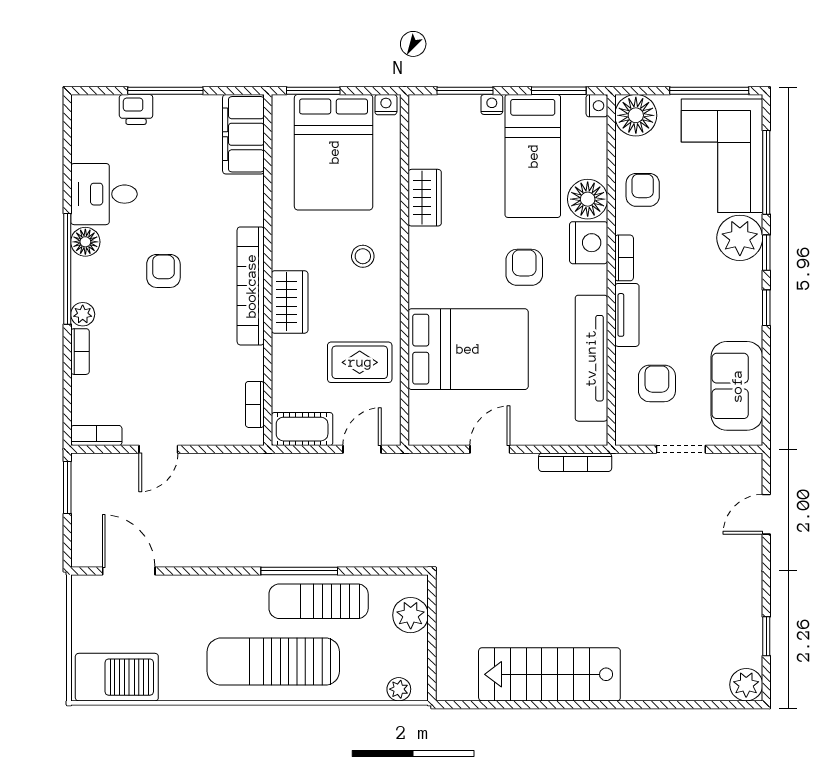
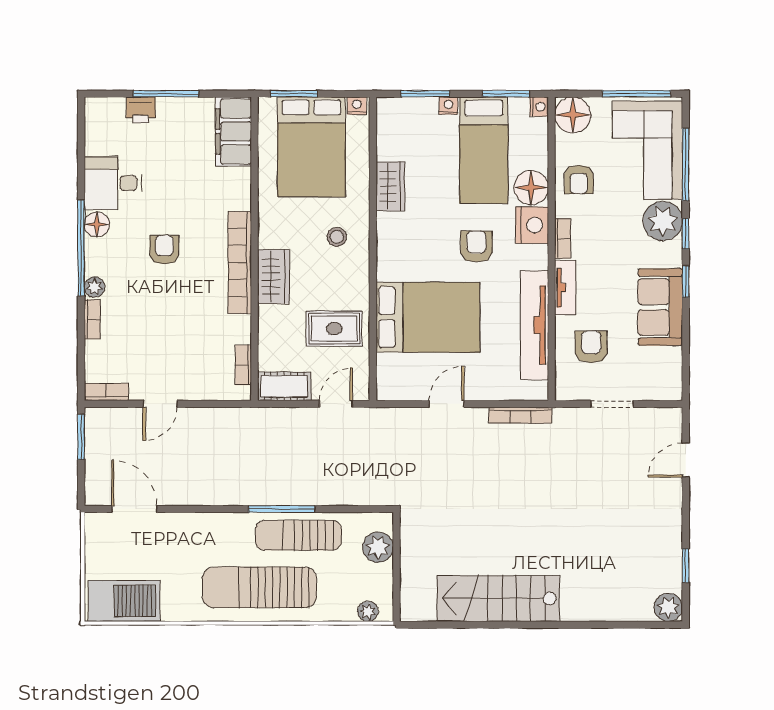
armchair: (643, 190) -> (579, 179), turned 180
sofa: (737, 386) -> (660, 307), moved

